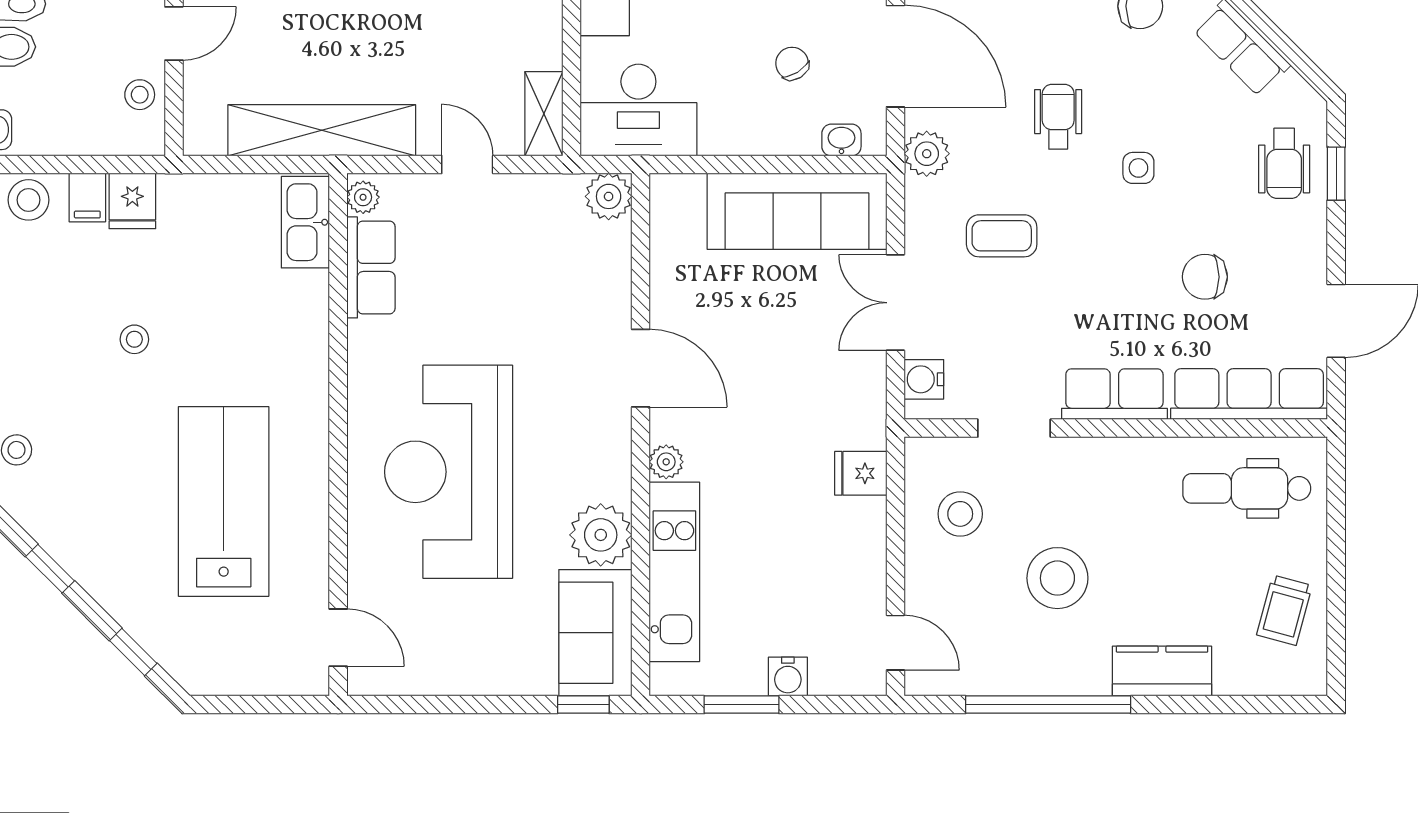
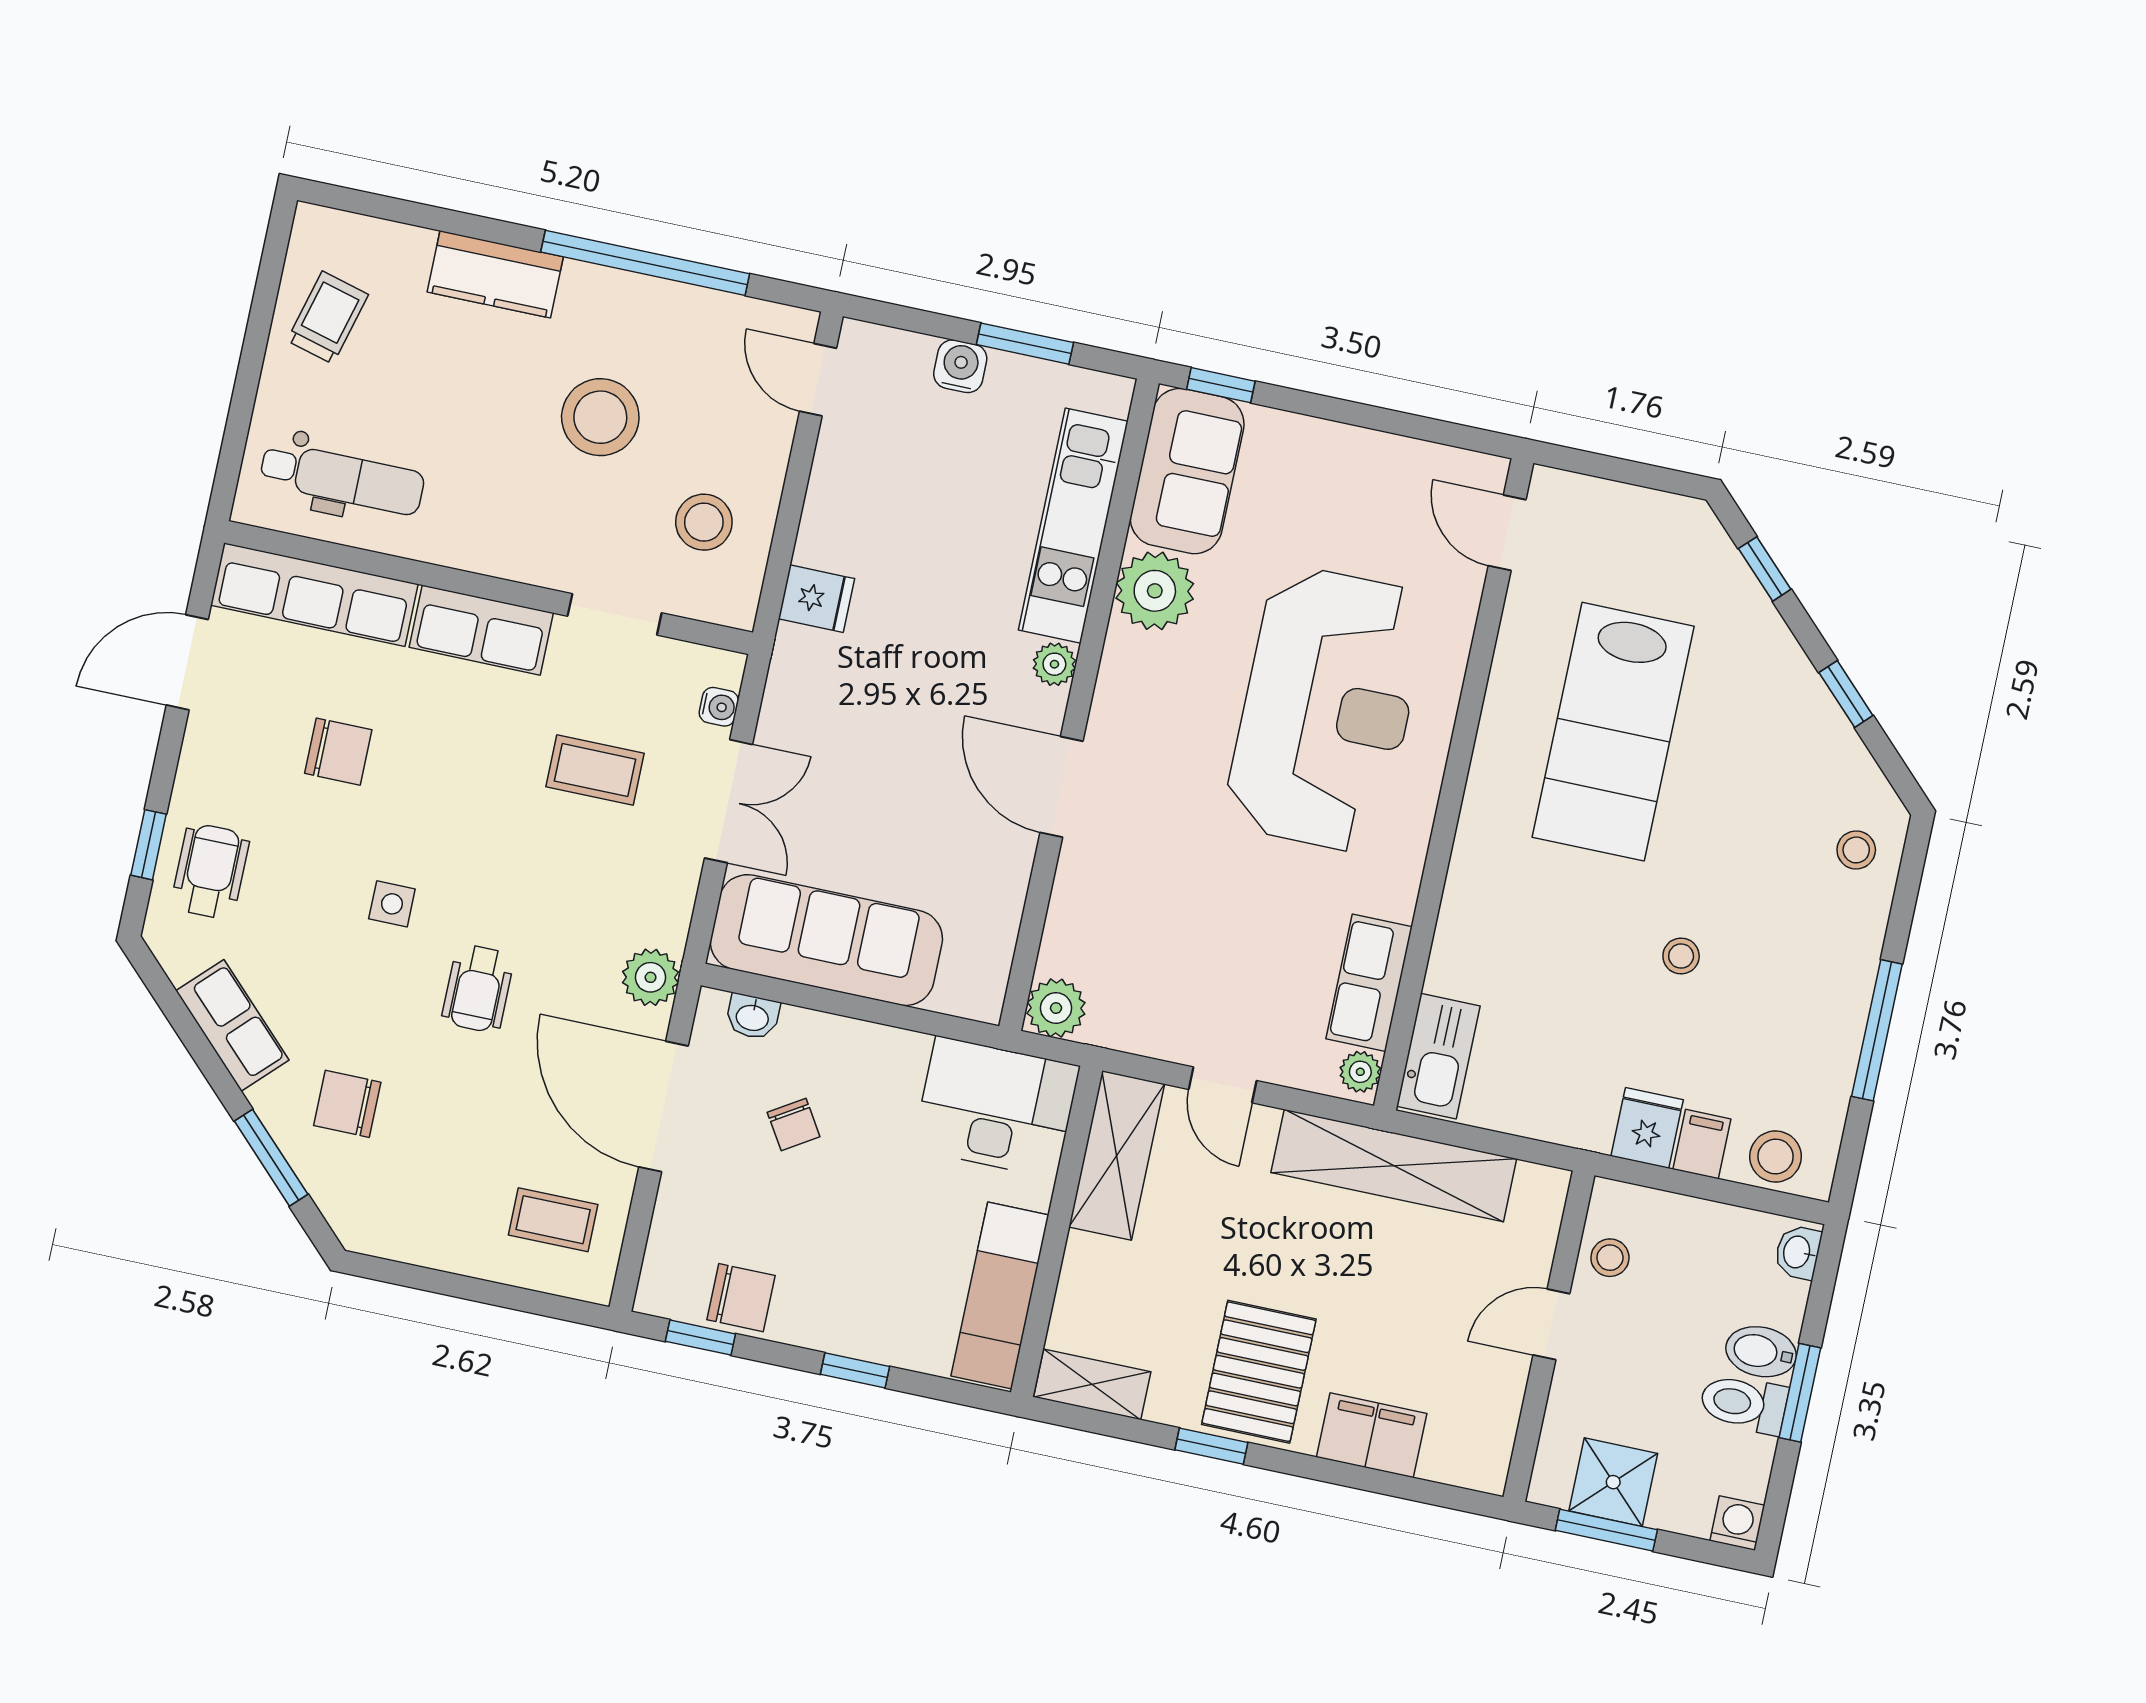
shelving: (544, 114) -> (1117, 1155), width x1.50, depth x1.33
coffee table: (1002, 236) -> (595, 770), moved
water cooler: (924, 379) -> (719, 707), width x0.72, depth x0.72

